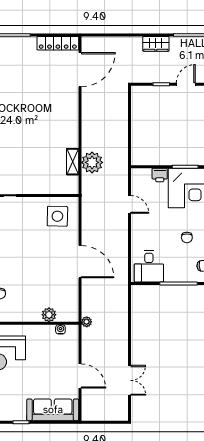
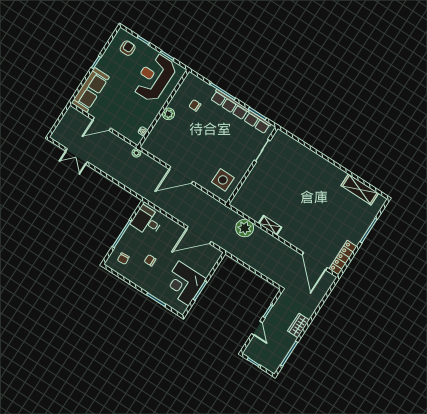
shelving: (73, 162) -> (270, 225), moved
printer: (160, 175) -> (206, 269), removed
door: (129, 204) -> (199, 235), width x1.88
plant: (49, 315) -> (168, 114), moved

